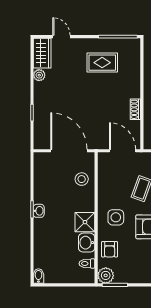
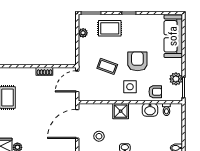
stool: (82, 179) -> (99, 136), moved
shower: (85, 222) -> (121, 111), moved
plant: (106, 275) -> (176, 79), moved

